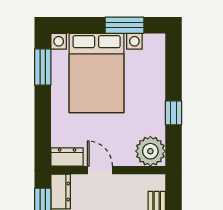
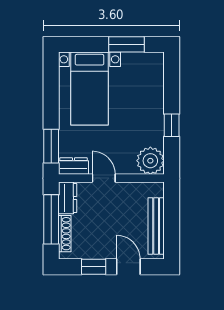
window: (43, 67) -> (51, 146), moved
bed with nightstands: (97, 73) -> (90, 89), width x0.73

